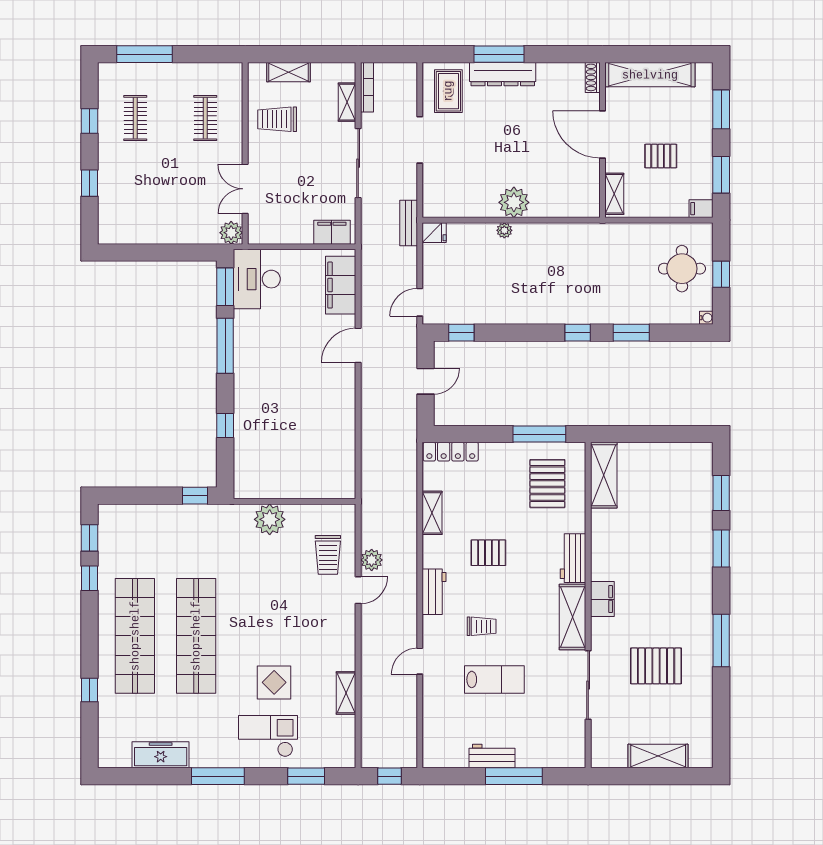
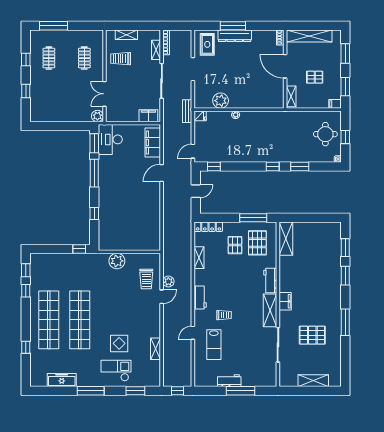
plant: (514, 202) -> (221, 101), moved
pallet: (488, 553) -> (235, 245), moved, turned 90
lab bench: (494, 679) -> (214, 345), moved, turned 90

